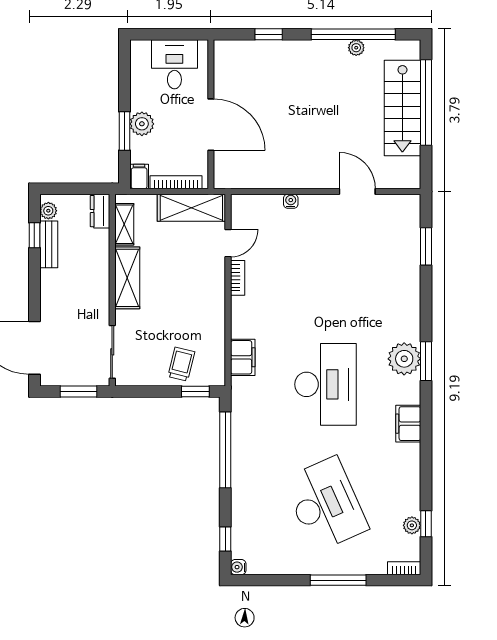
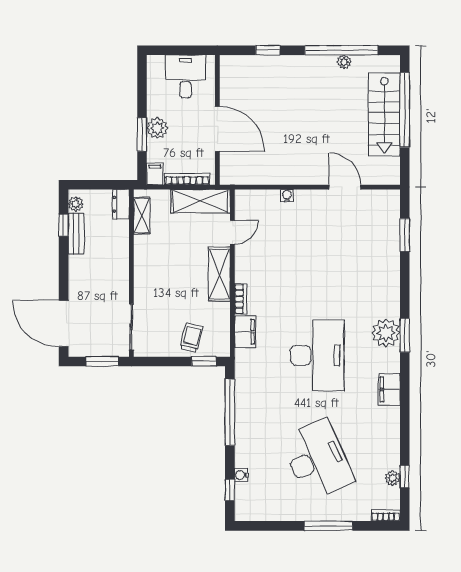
shelving: (127, 278) -> (219, 274), moved
bookcase: (238, 278) -> (241, 299), moved
water cooler: (238, 567) -> (241, 475), moved

